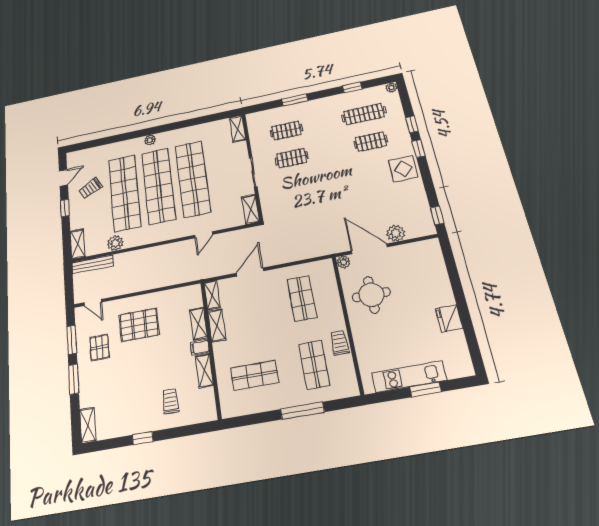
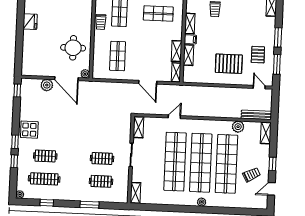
door: (250, 272) -> (148, 82), hinge flipped

